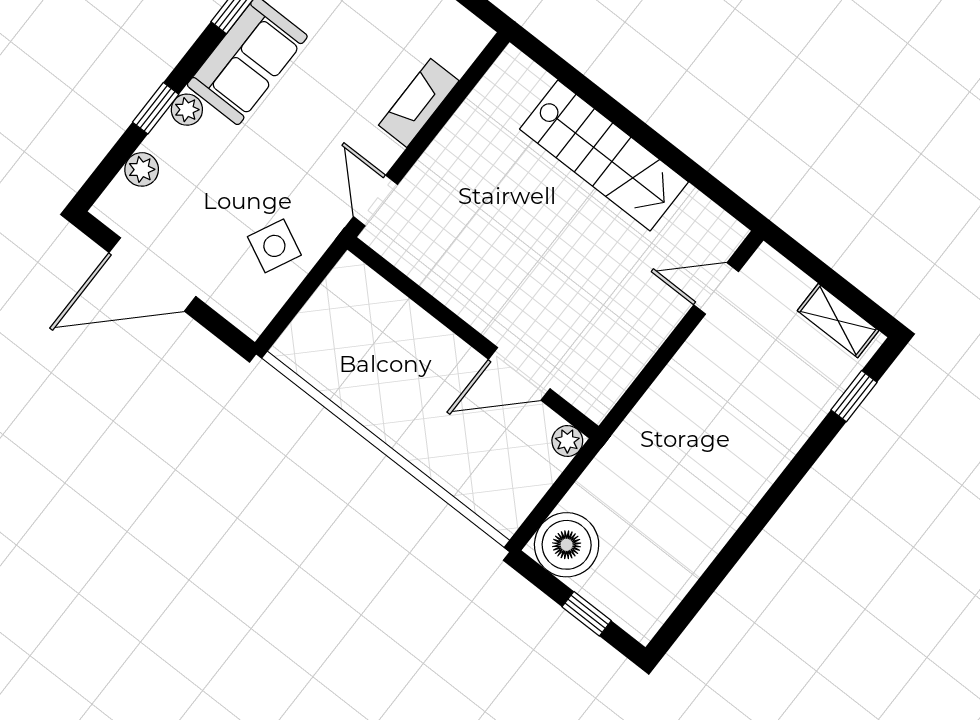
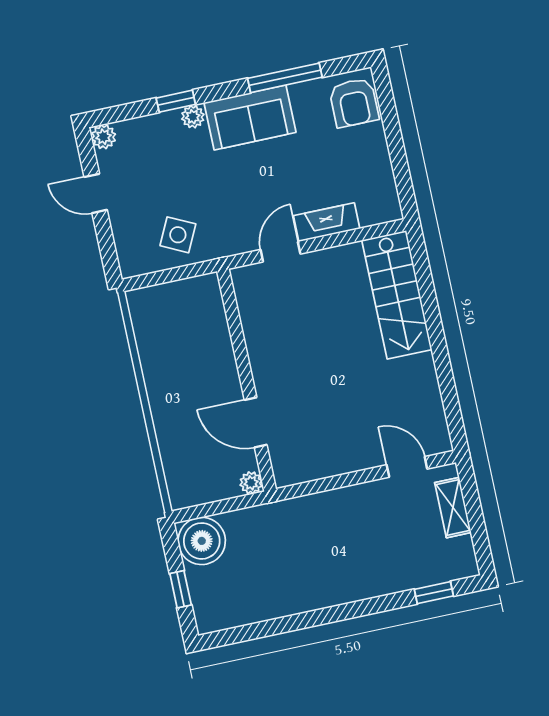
stairs: (604, 155) -> (397, 295), moved
plant: (142, 169) -> (104, 137), moved
door: (375, 201) -> (280, 252), moved
door: (152, 275) -> (96, 193), width x0.53
shelving: (838, 321) -> (453, 508), moved

